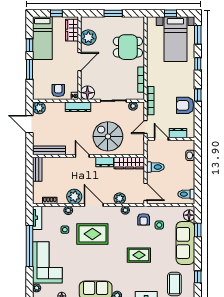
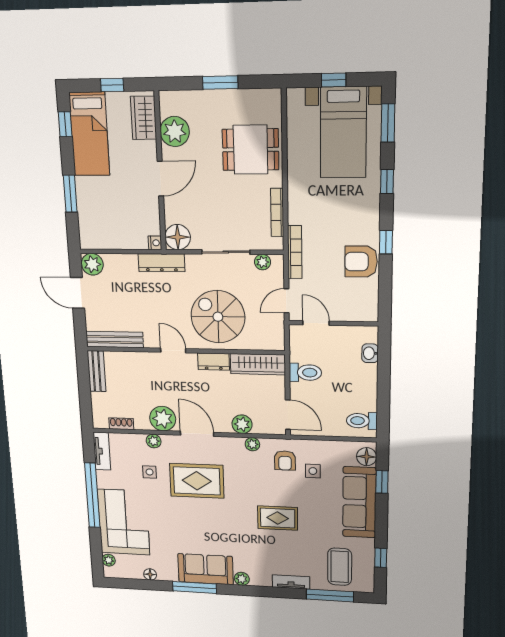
window: (29, 45) -> (65, 124), moved
armchair: (58, 90) -> (124, 233), removed
dresser: (178, 133) -> (347, 313), removed

